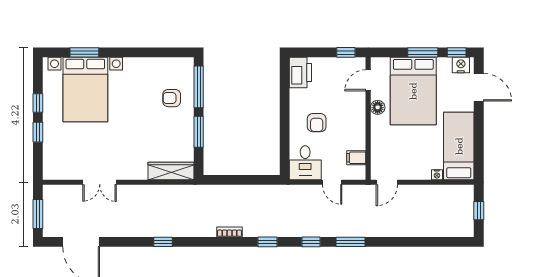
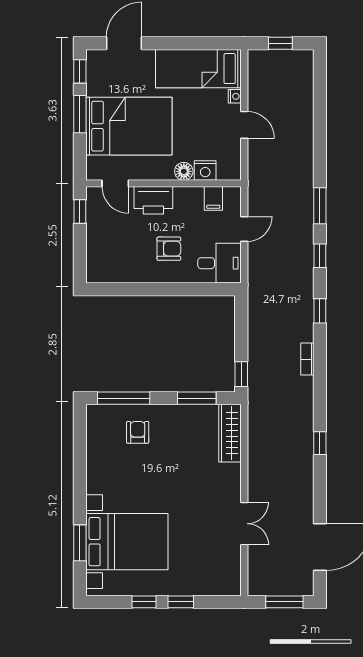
nightstand: (461, 65) -> (205, 171), moved, turned -90
printer: (300, 73) -> (153, 200), moved, turned 180
armchair: (172, 98) -> (138, 432), turned 180
floor lamp: (378, 107) -> (184, 171), moved
window: (199, 132) -> (197, 398), moved
window: (218, 180) -> (241, 374), added
door: (387, 182) -> (244, 125), moved

